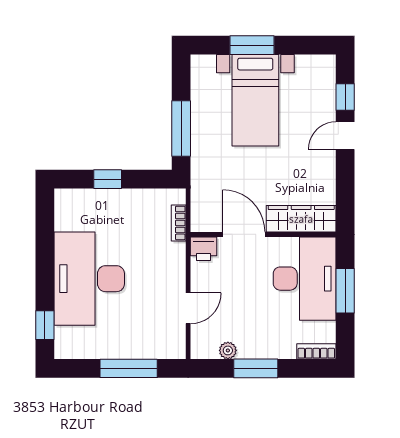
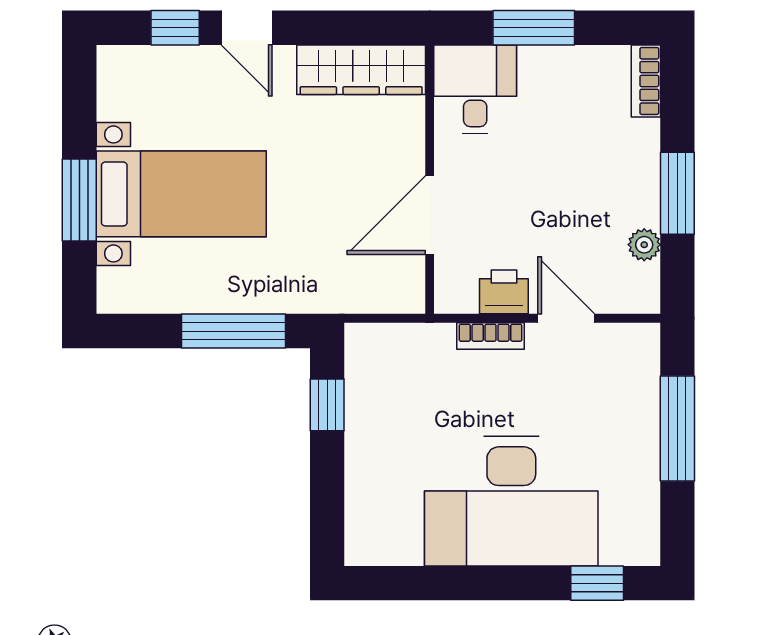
window: (108, 179) -> (327, 405), moved
wardrobe: (301, 219) -> (361, 70), moved, turned -90
bookcase: (179, 223) -> (491, 336), moved
printer: (204, 249) -> (504, 292), moved, turned -90
desk: (305, 279) -> (475, 89), width x0.53, depth x0.77

